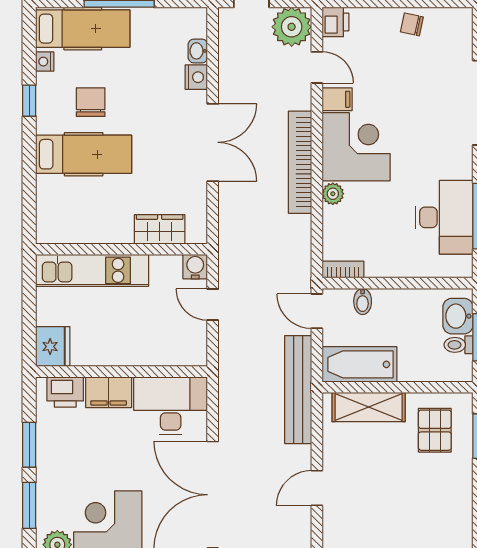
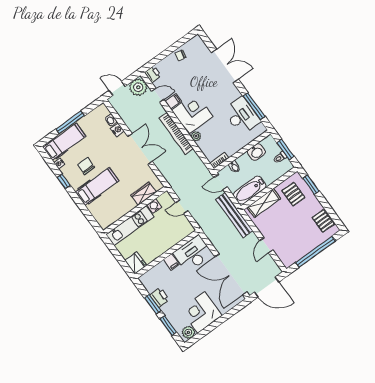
water cooler: (195, 267) -> (154, 206), moved
washbasin: (458, 316) -> (256, 152), moved, turned -90
printer: (65, 392) -> (160, 298), moved, turned -90
filing cabinet: (109, 392) -> (171, 262), width x0.50
pallet: (454, 519) -> (323, 221), added

